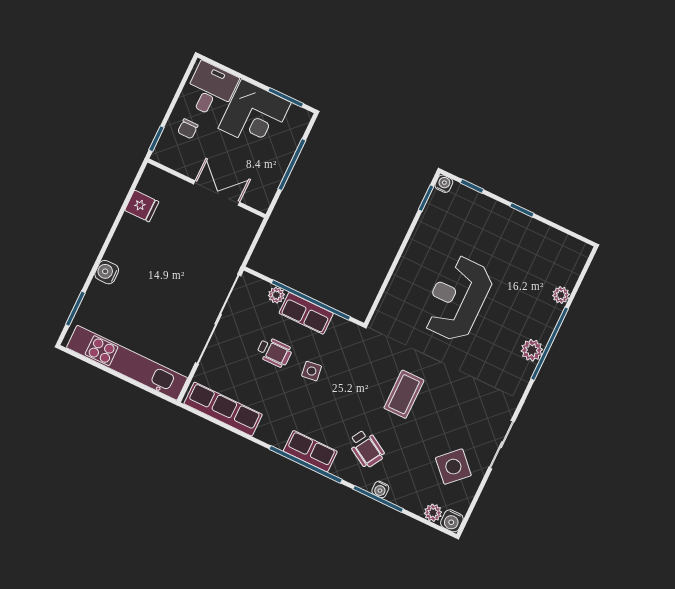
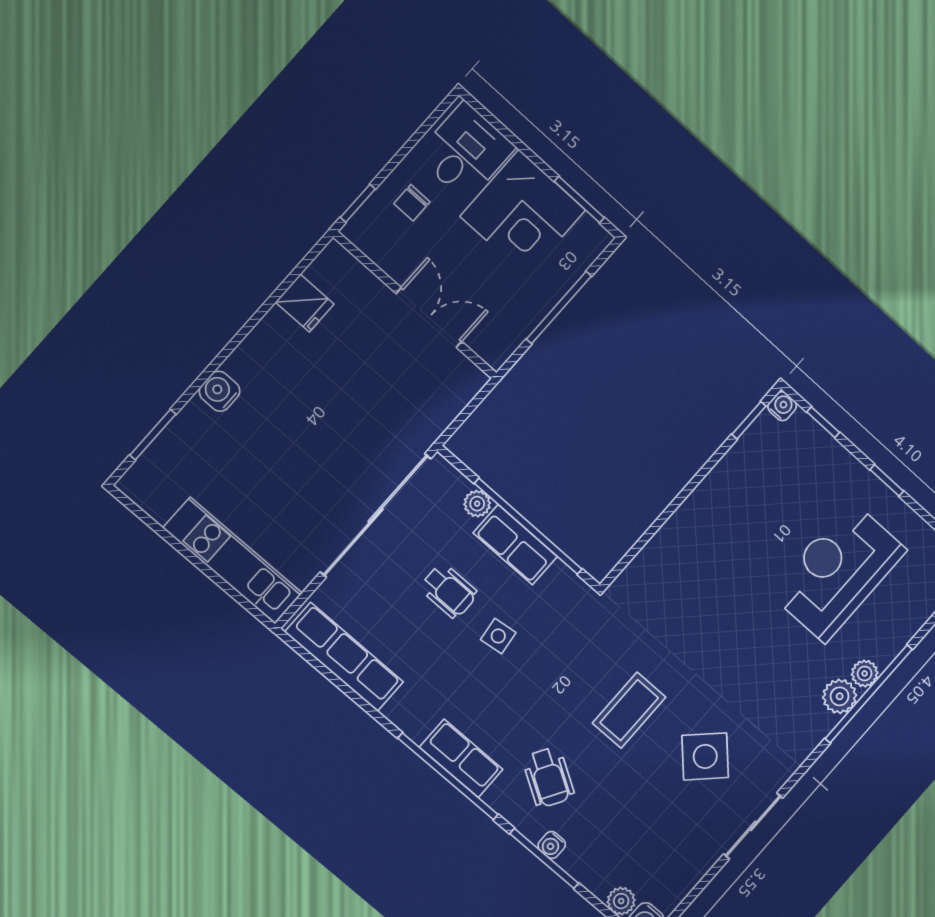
plant: (561, 295) -> (865, 673), moved
reception desk: (457, 298) -> (838, 571), moved
kitchen unit: (127, 363) -> (233, 561), width x0.73
side table: (453, 467) -> (705, 756), moved

